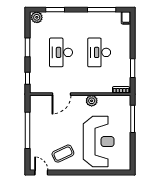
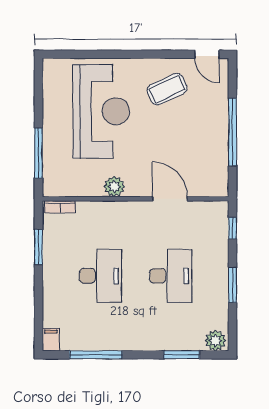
door: (61, 94) -> (170, 199), hinge flipped
reception desk: (99, 142) -> (101, 111), turned 180

